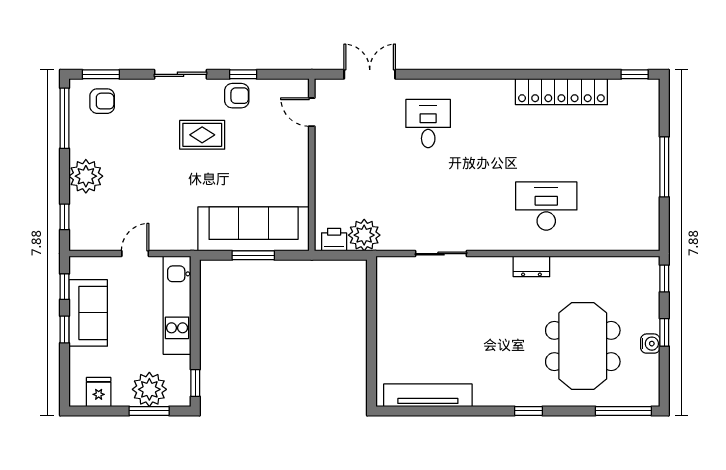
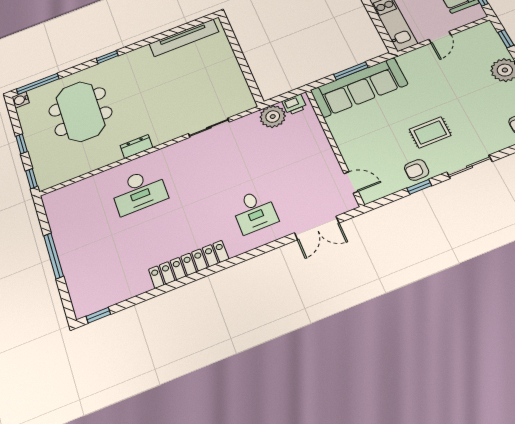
locker: (561, 92) -> (189, 264), moved
water cooler: (650, 344) -> (21, 100), moved

